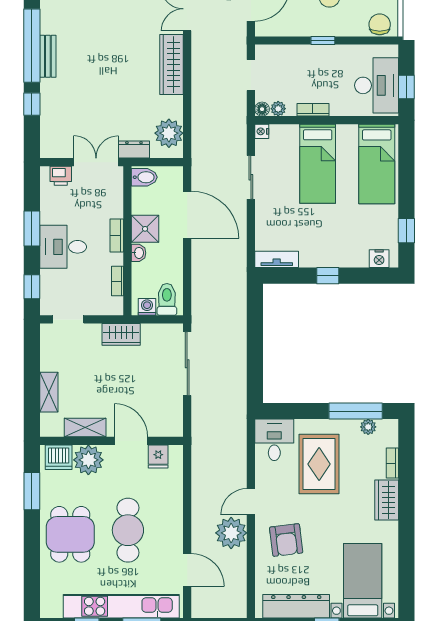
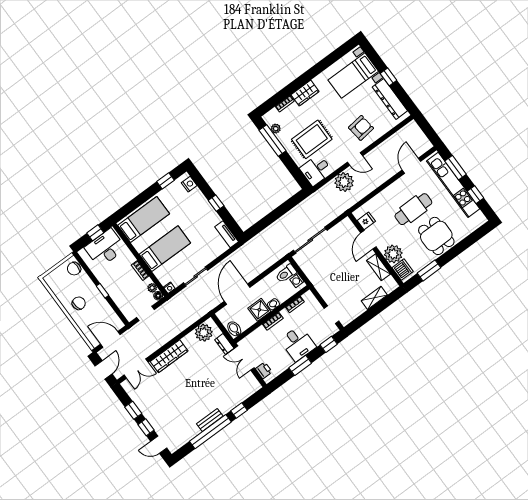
wardrobe: (121, 334) -> (320, 283), removed
plant: (231, 533) -> (344, 182), moved
dining table: (70, 534) -> (436, 236), turned 90

